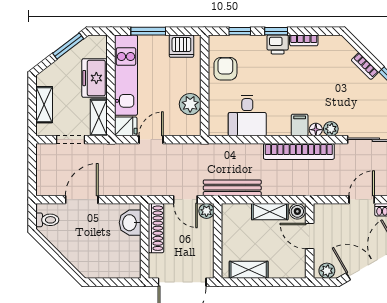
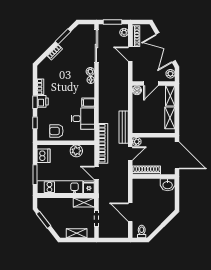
freezer: (95, 78) -> (62, 205), removed
filing cabinet: (300, 125) -> (88, 102), moved
bookcase: (299, 151) -> (103, 143), moved
shelving: (270, 212) -> (170, 96), moved
washbasin: (130, 223) -> (168, 185), moved

